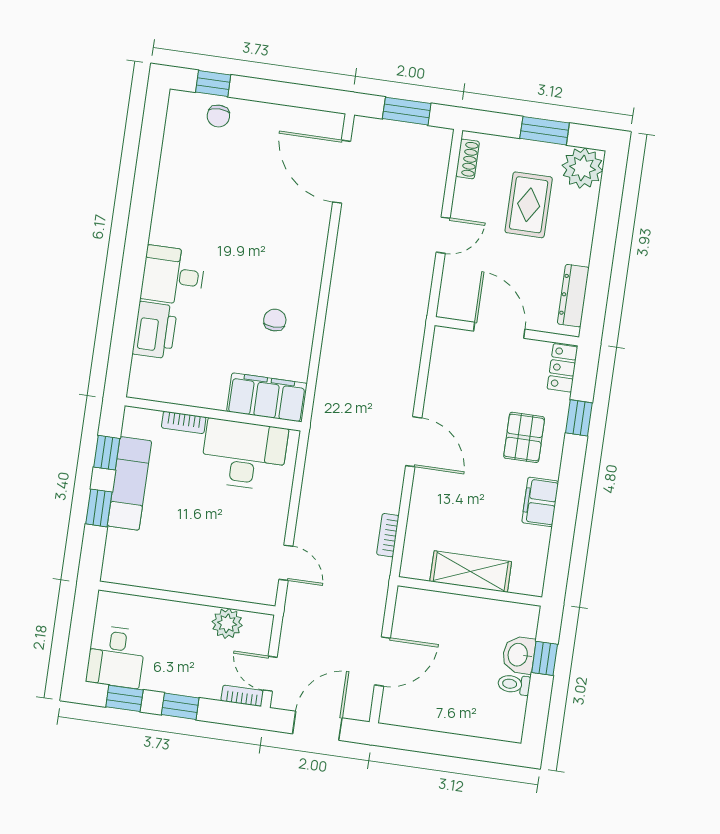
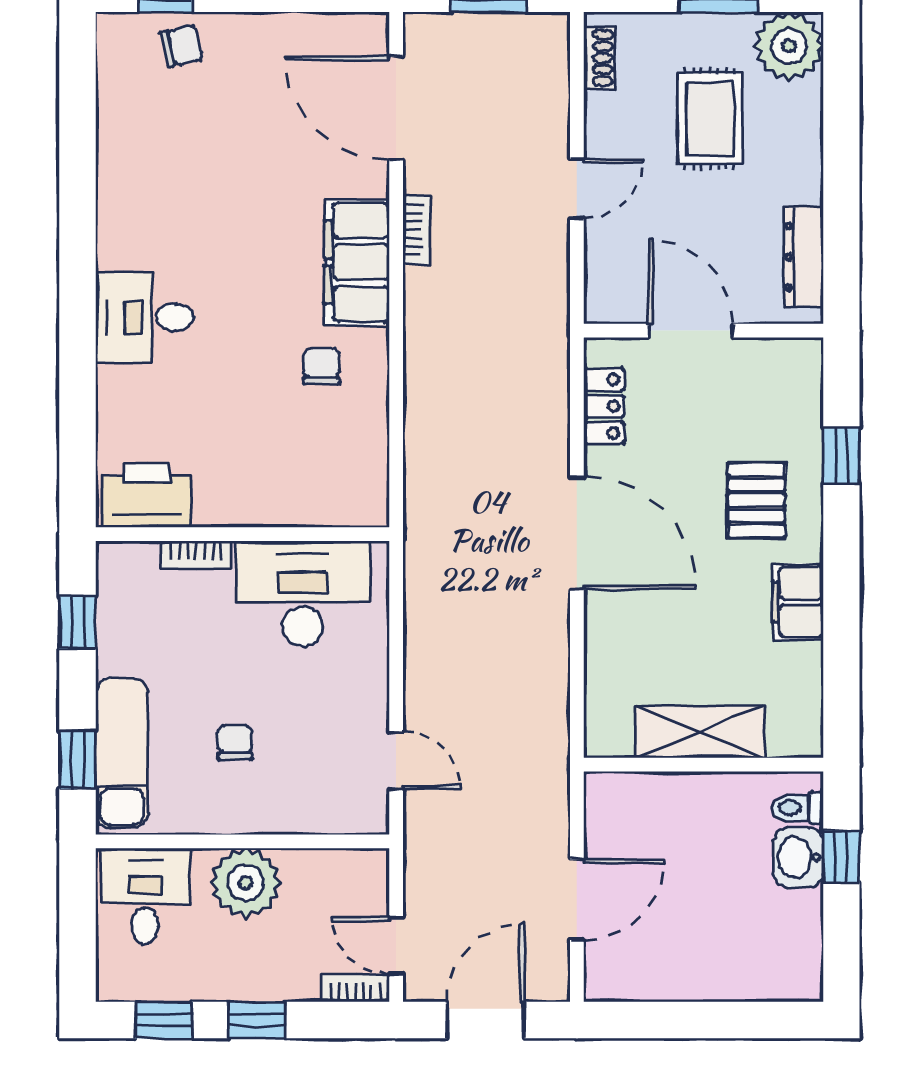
chair: (218, 116) -> (182, 46), turned -103
printer: (155, 330) -> (147, 495), moved, turned -90
locker: (562, 368) -> (604, 406), moved, turned 180
filing cabinet: (267, 397) -> (357, 262), moved, turned -90
door: (414, 442) -> (577, 533), width x1.36
exam couch: (129, 483) -> (122, 753), moved
window: (99, 508) -> (77, 759), moved
bookcase: (388, 535) -> (417, 230), moved, turned 180
chair: (191, 538) -> (235, 742), added
plant: (227, 623) -> (246, 883), moved, width x1.36, depth x1.36
desk: (116, 657) -> (145, 896), moved, turned 180
toilet: (514, 684) -> (797, 808), moved

